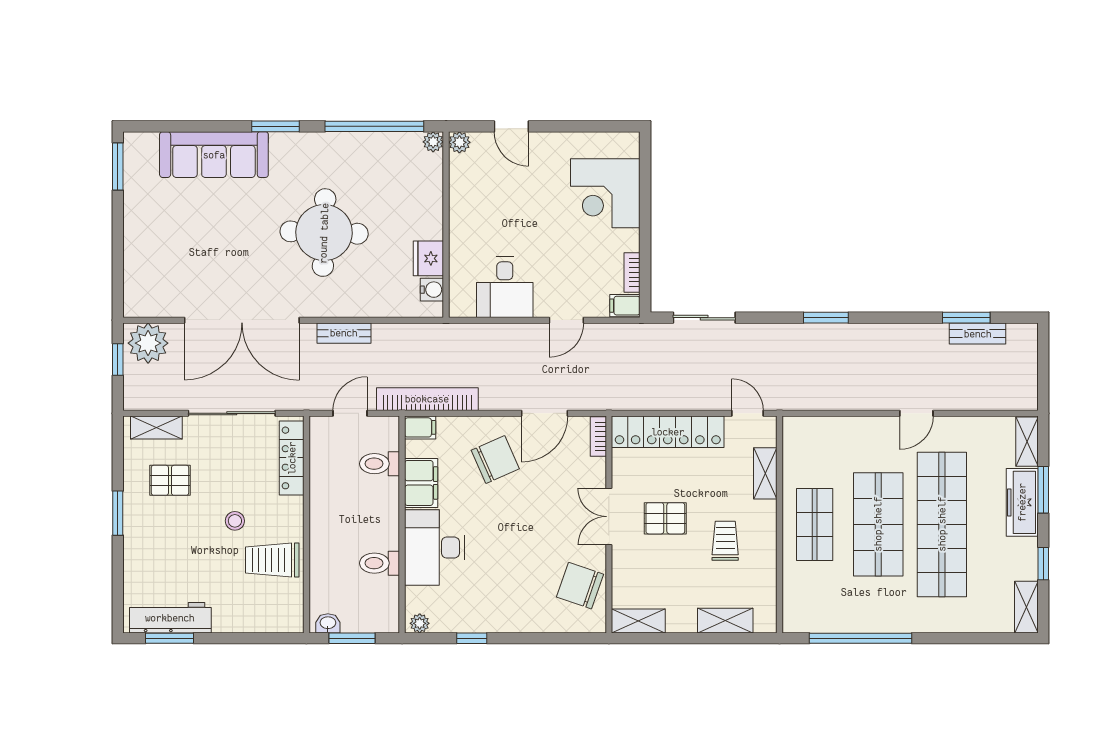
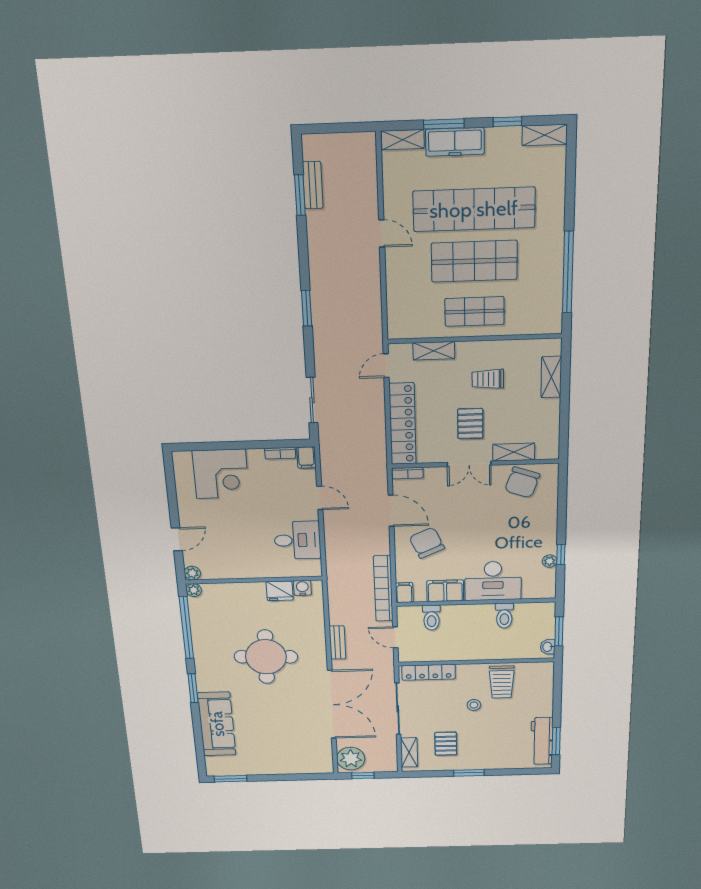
shelving: (638, 621) -> (514, 452), moved, turned 90
plant: (420, 623) -> (550, 561), moved

